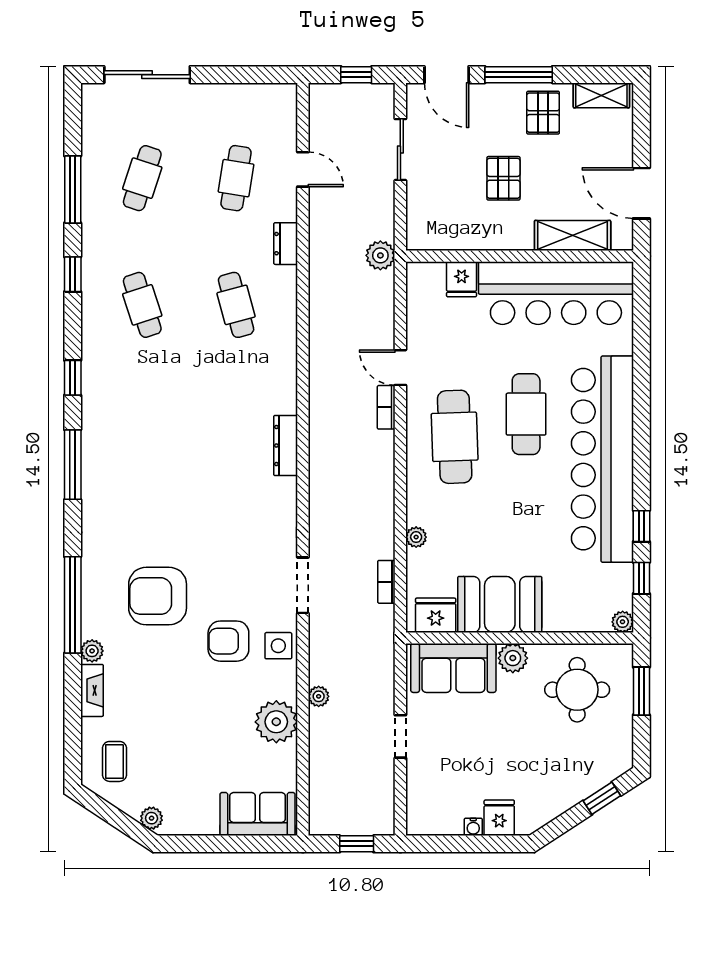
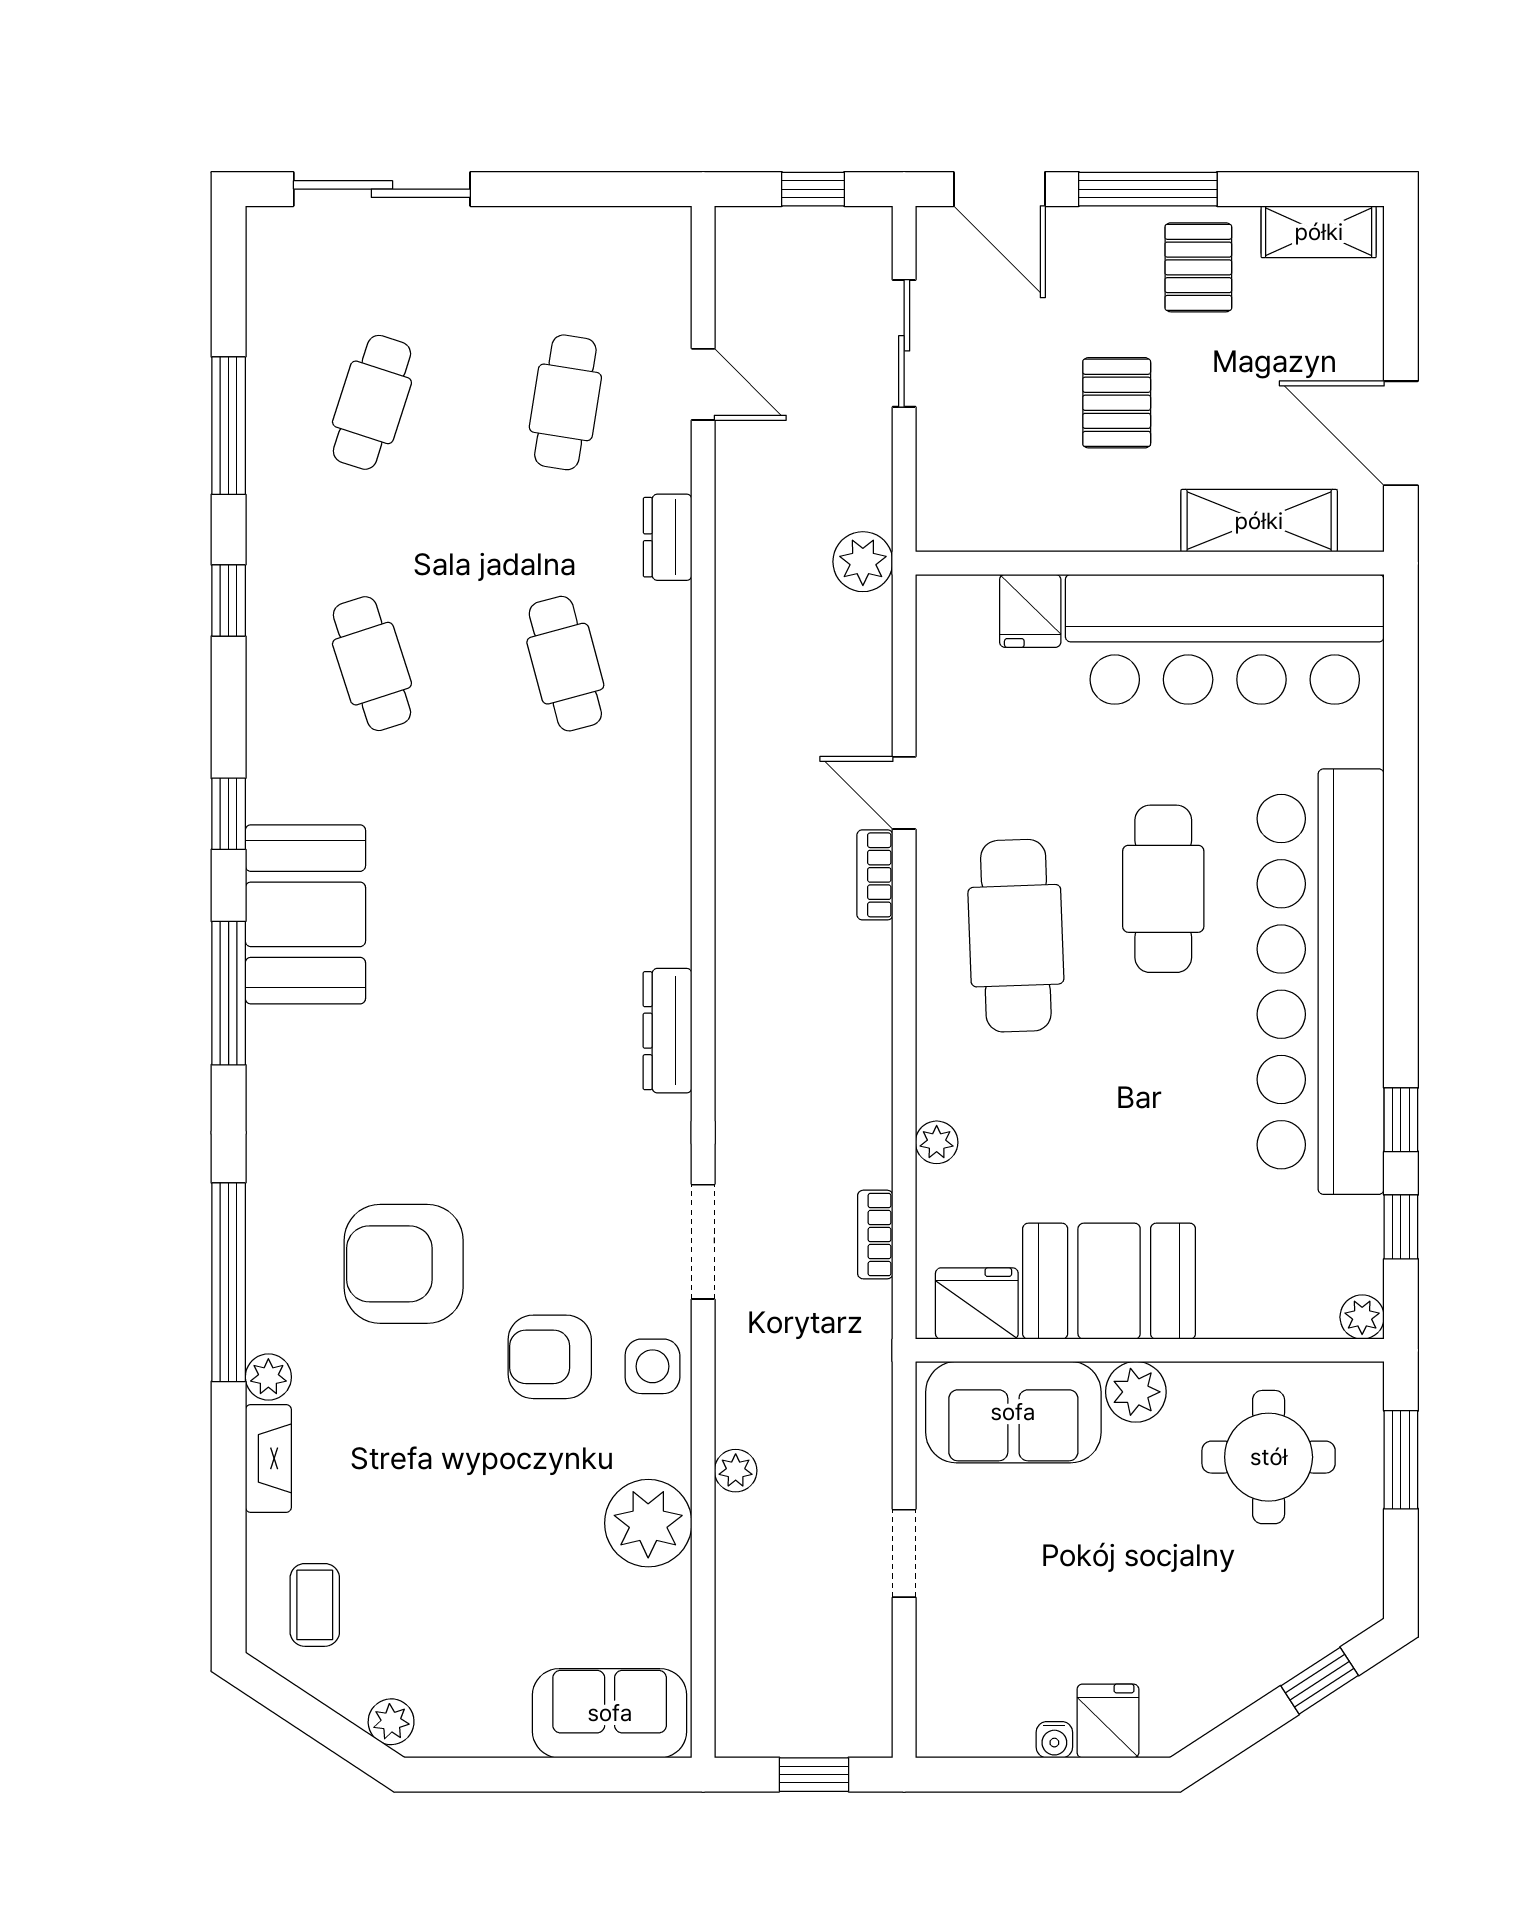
booth: (110, 426) -> (305, 914), added
dresser: (286, 446) -> (668, 1031), moved

